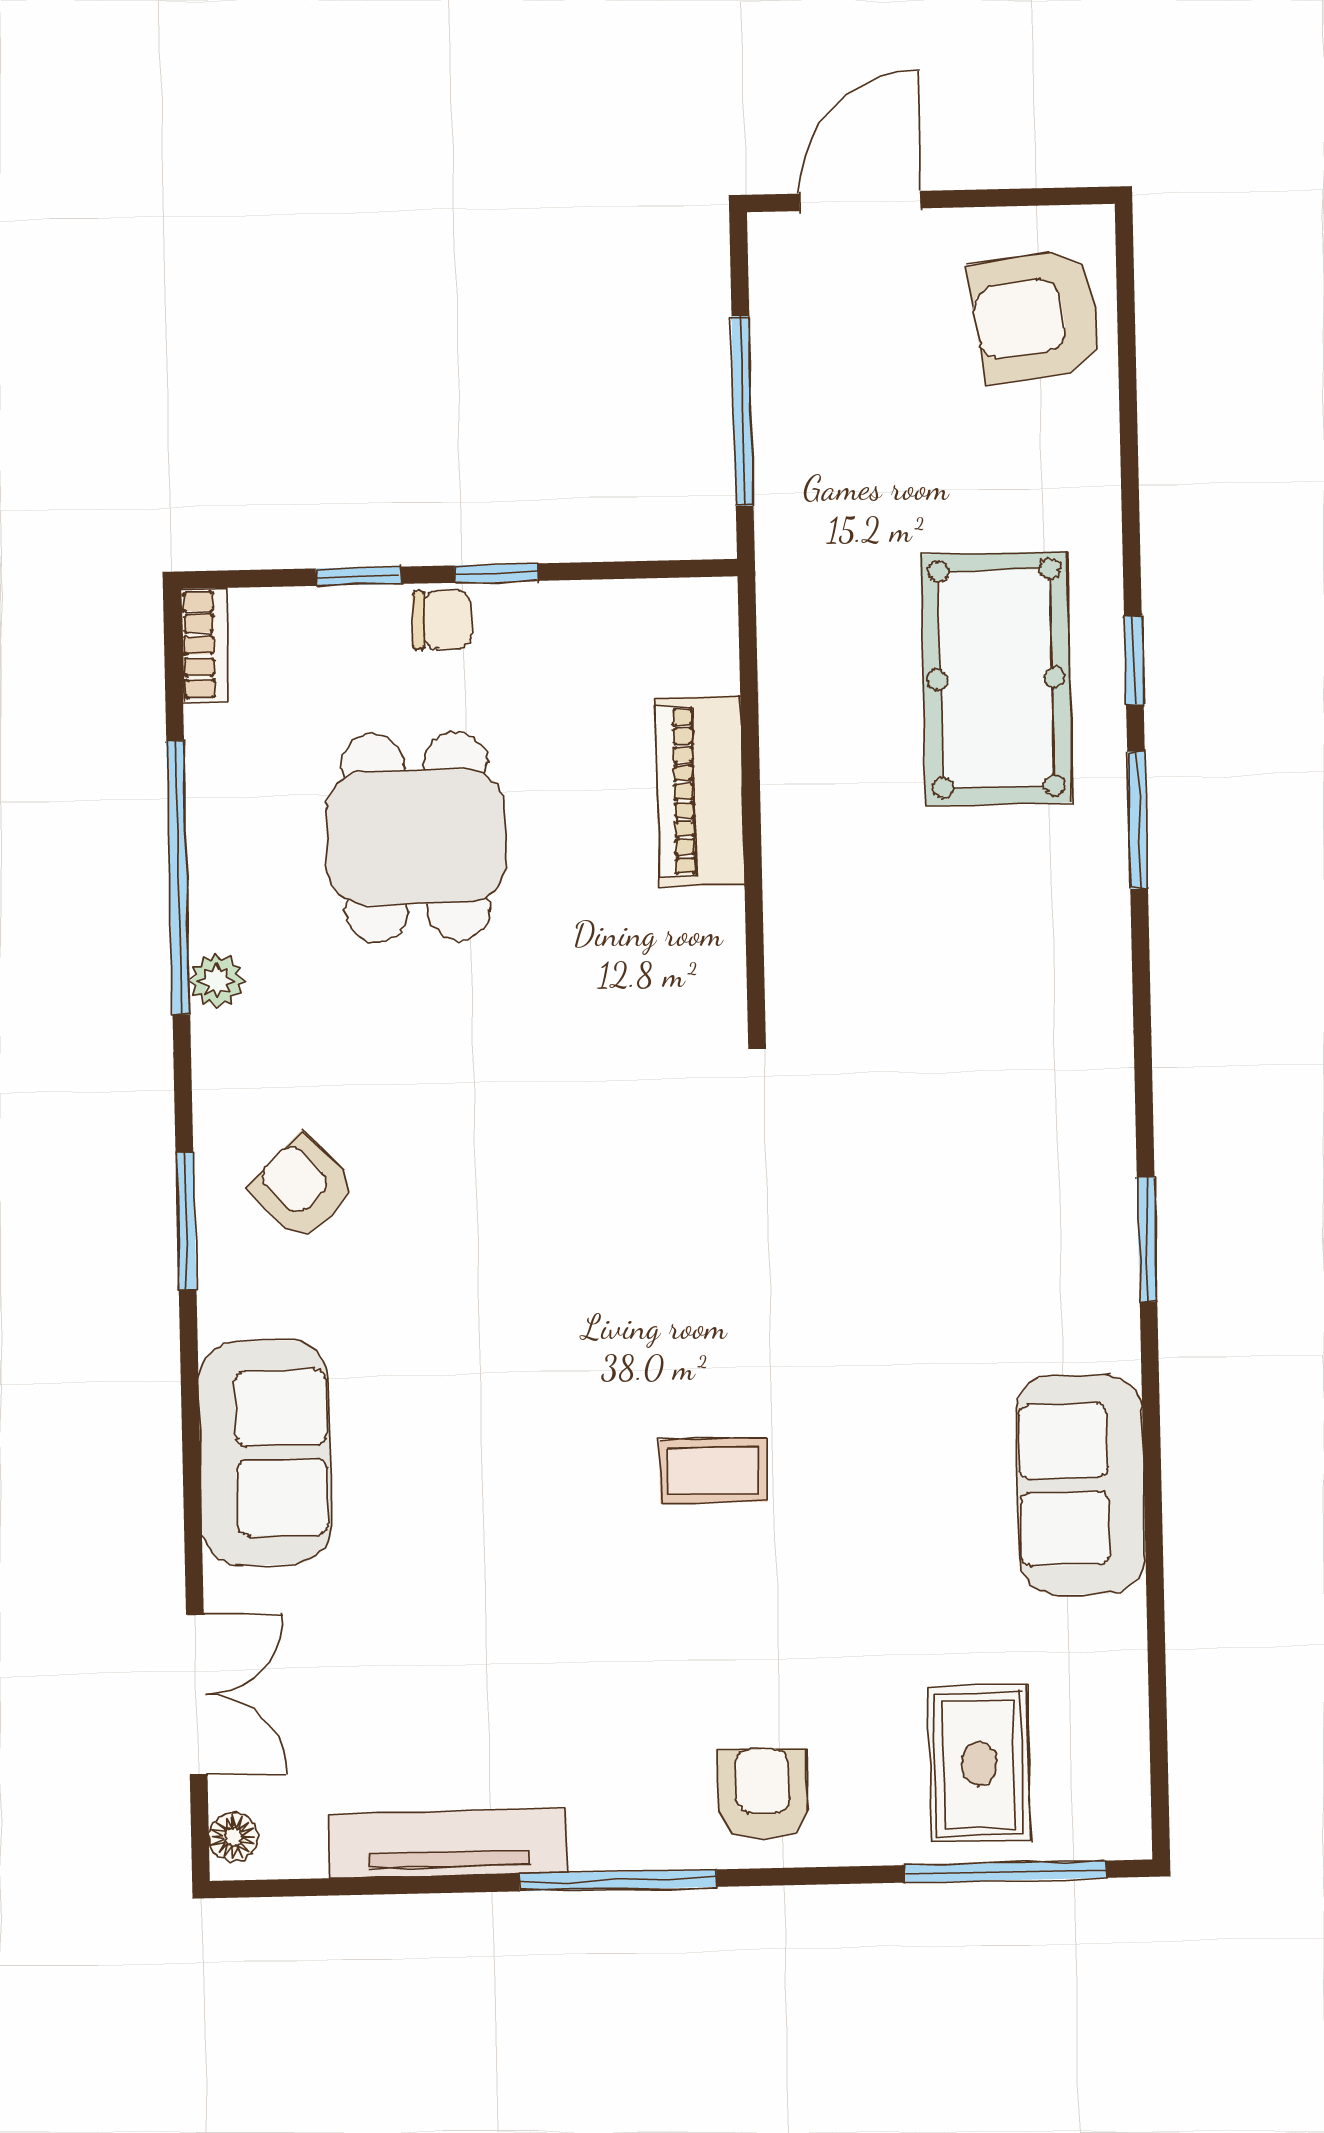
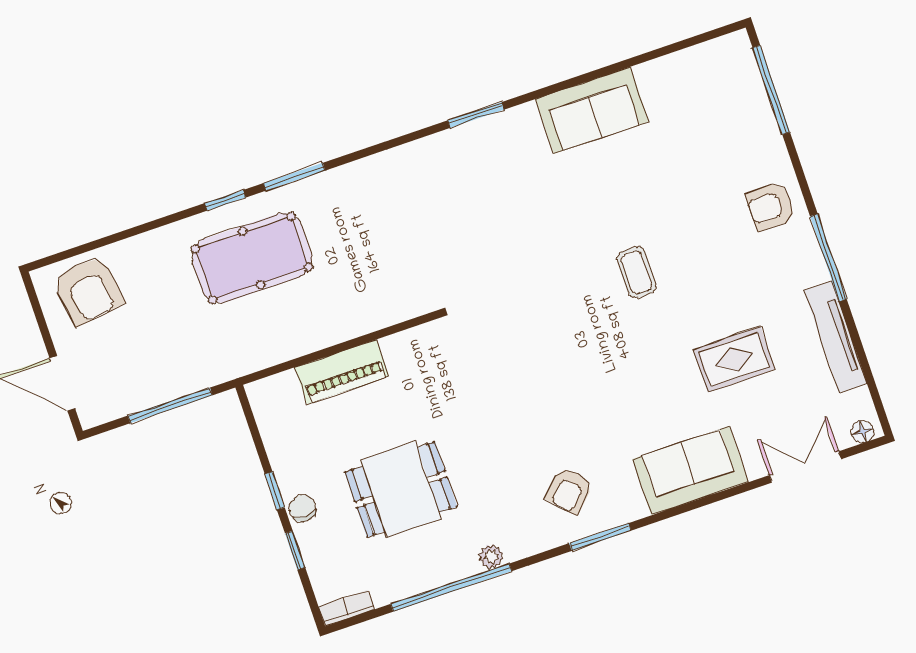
rug: (979, 1764) -> (734, 359), moved

